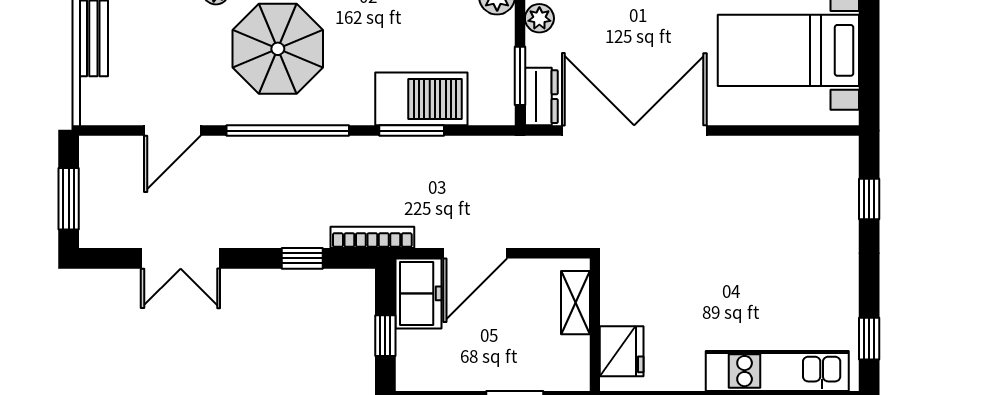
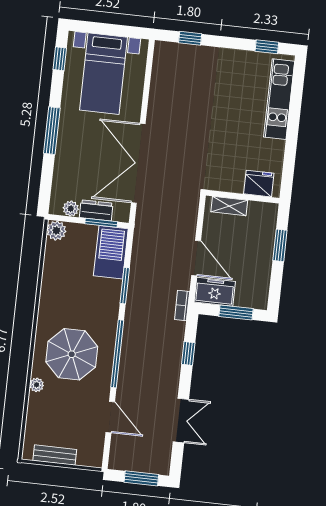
dresser: (541, 97) -> (96, 210), moved
barbecue: (421, 99) -> (111, 252), moved
bookcase: (372, 237) -> (182, 305), width x0.64
window: (385, 336) -> (236, 313), width x1.50

